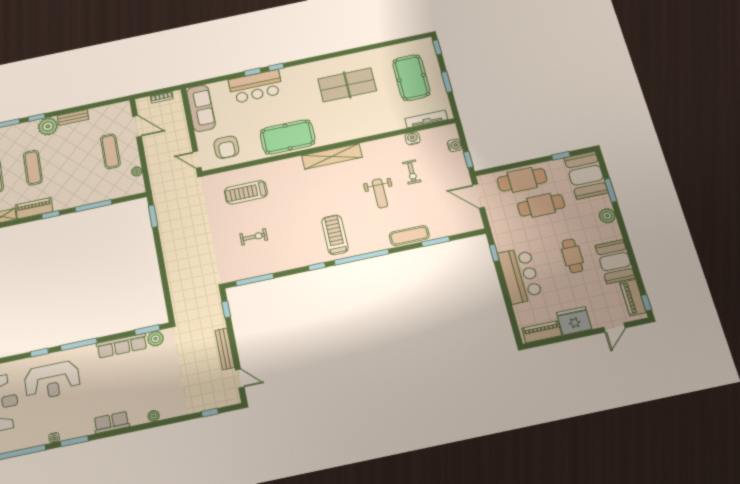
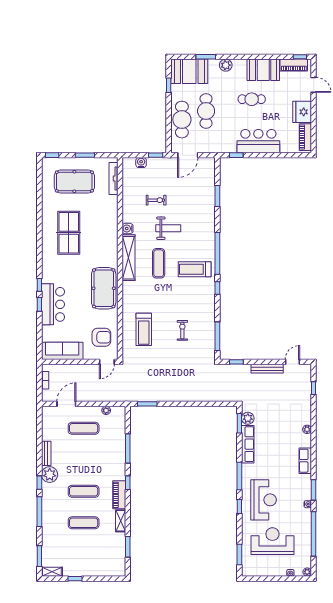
water cooler: (413, 138) -> (128, 228), moved
exercise mat: (409, 236) -> (159, 263), moved

